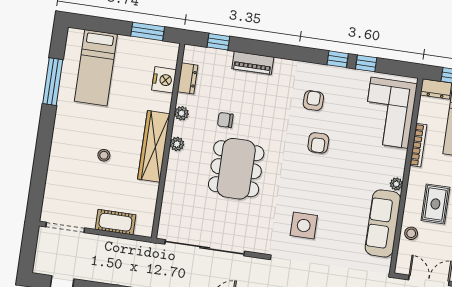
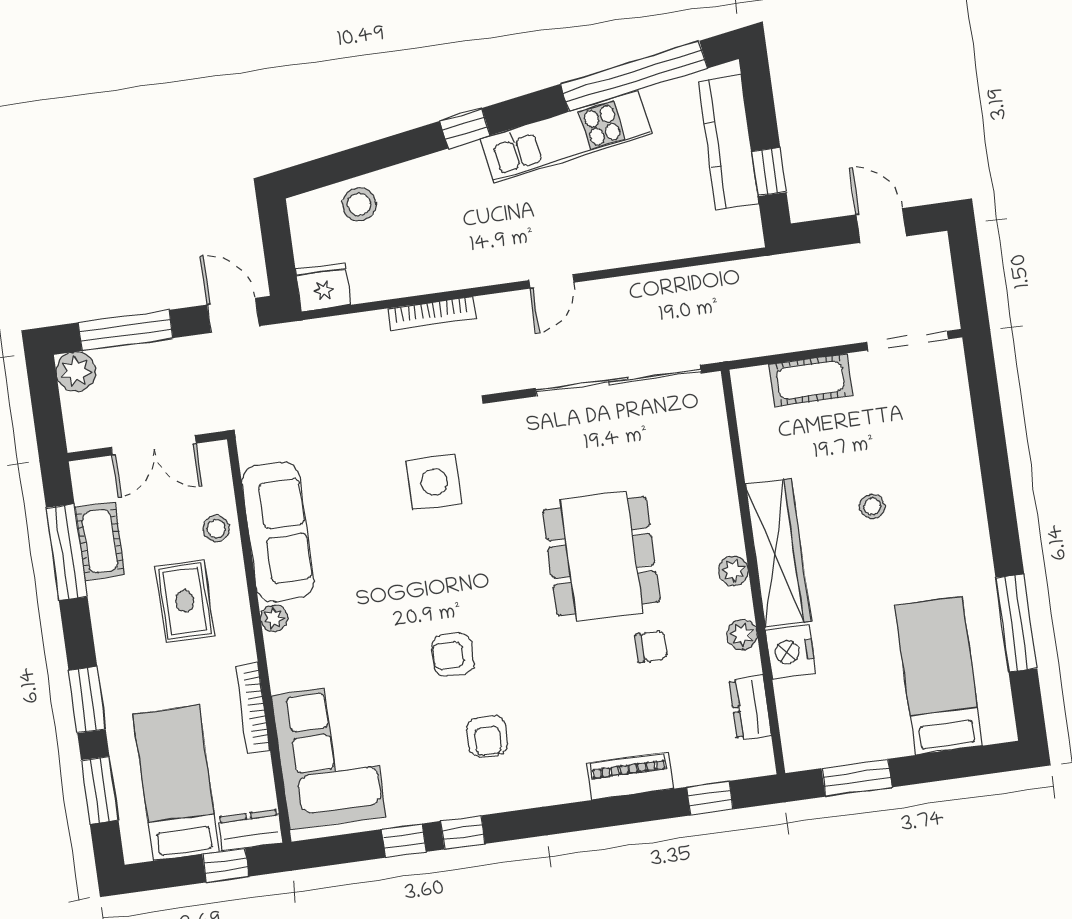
nightstand: (164, 80) -> (791, 652), moved
armchair: (318, 143) -> (453, 655), turned -90

